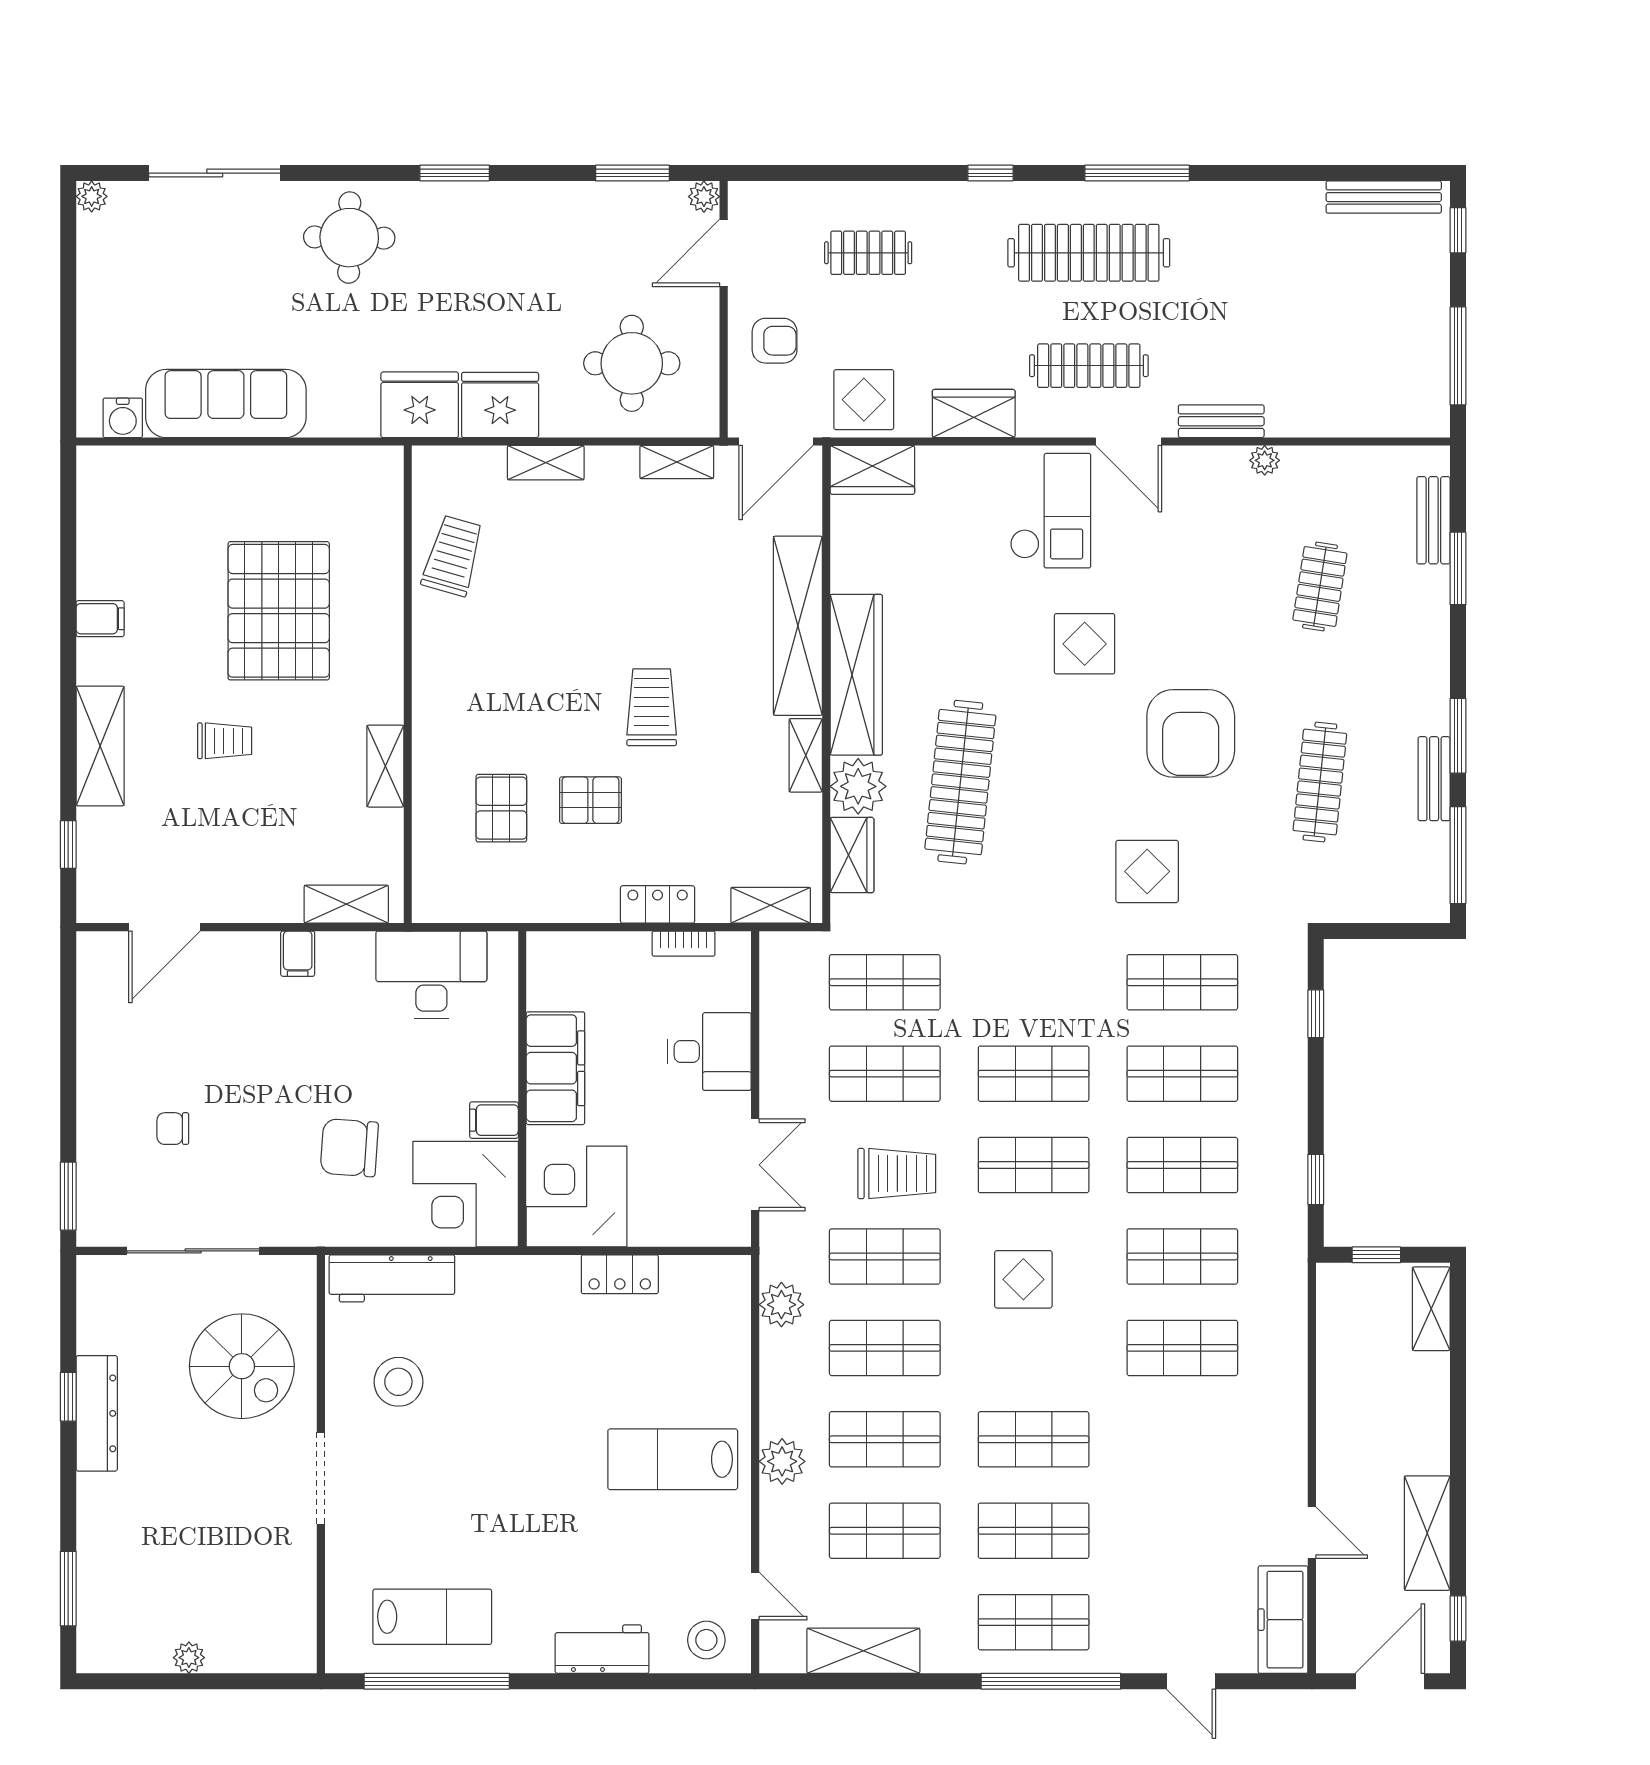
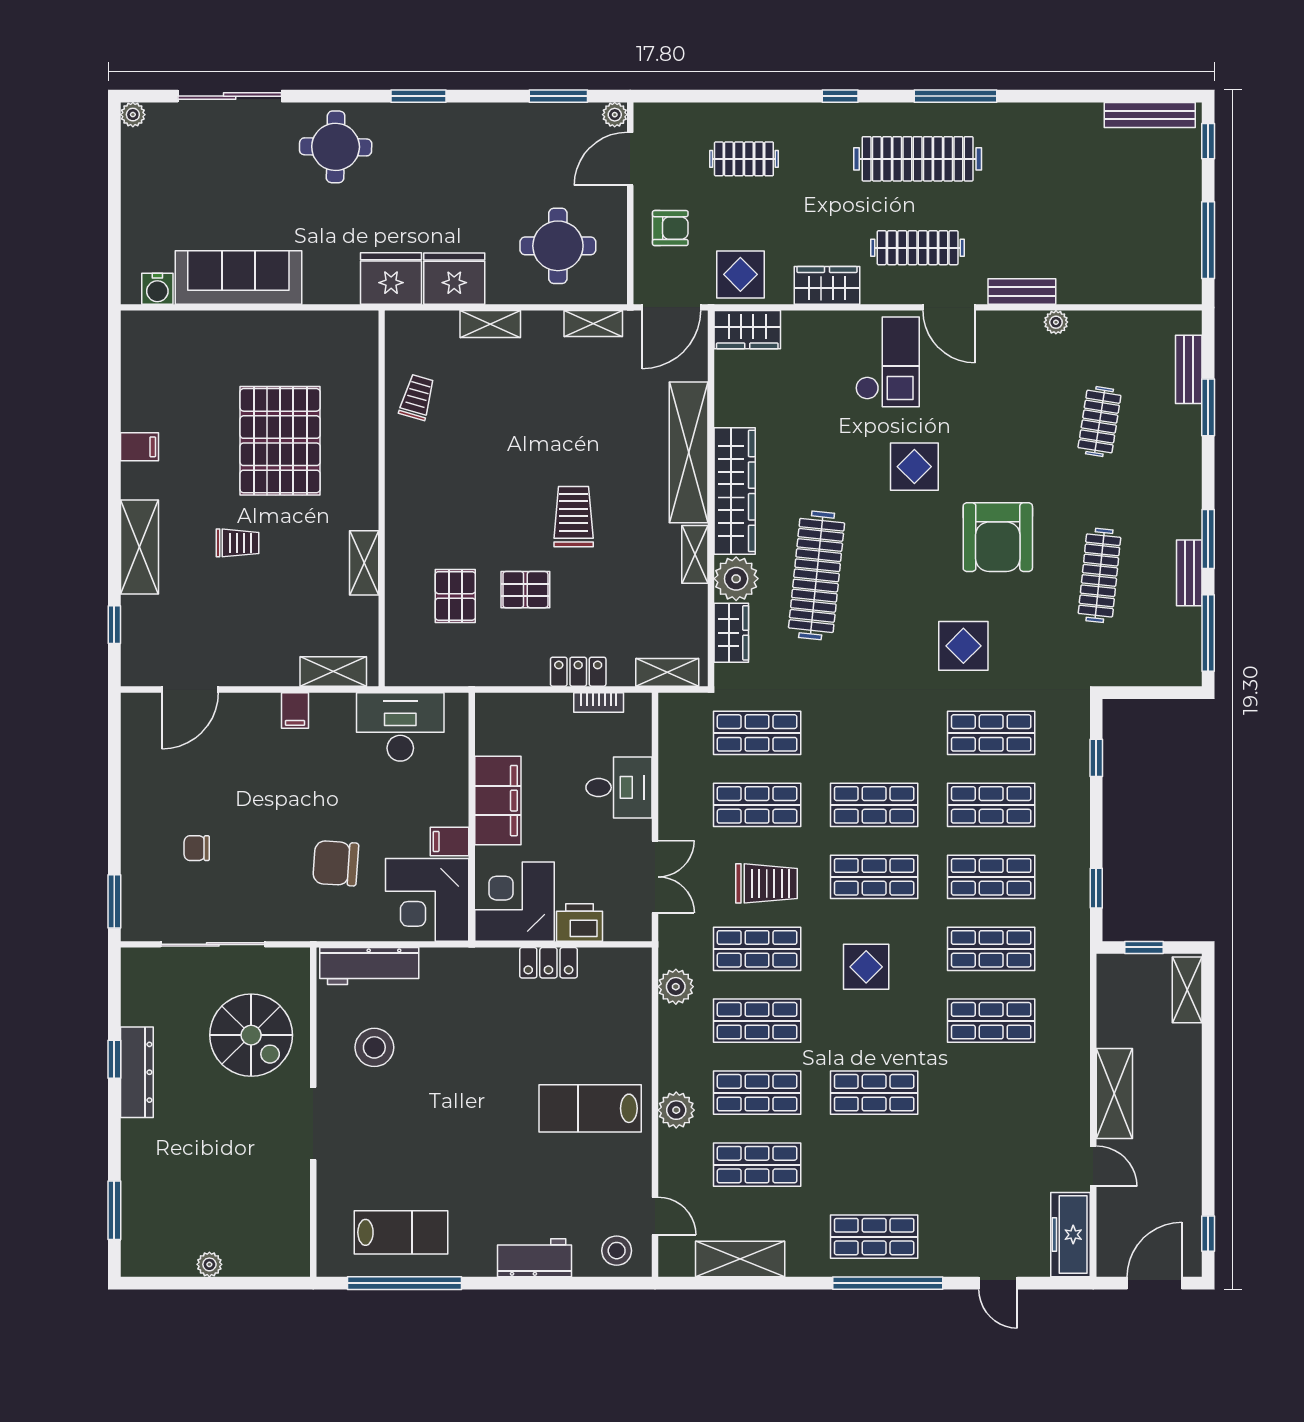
trolley: (453, 556) -> (417, 397), width x0.73, depth x0.72
printer: (659, 1223) -> (579, 922), added
shop shelf: (1034, 1531) -> (874, 1165), removed
shelving: (1427, 1533) -> (1114, 1094), moved

